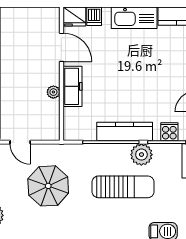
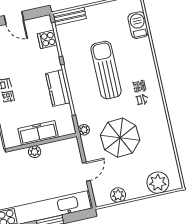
freezer: (72, 86) -> (38, 133), moved
kitchen counter: (125, 131) -> (58, 88), width x0.67
plant: (141, 155) -> (84, 130), moved, width x0.53, depth x0.53

